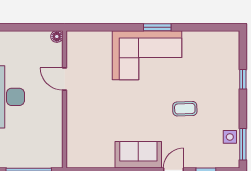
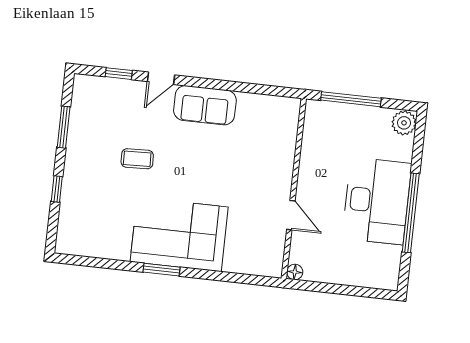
side table: (230, 137) -> (82, 115), removed
window: (243, 144) -> (64, 127), moved

